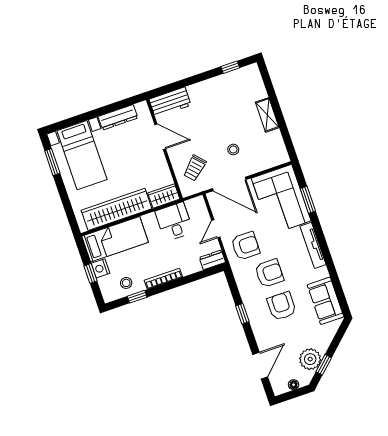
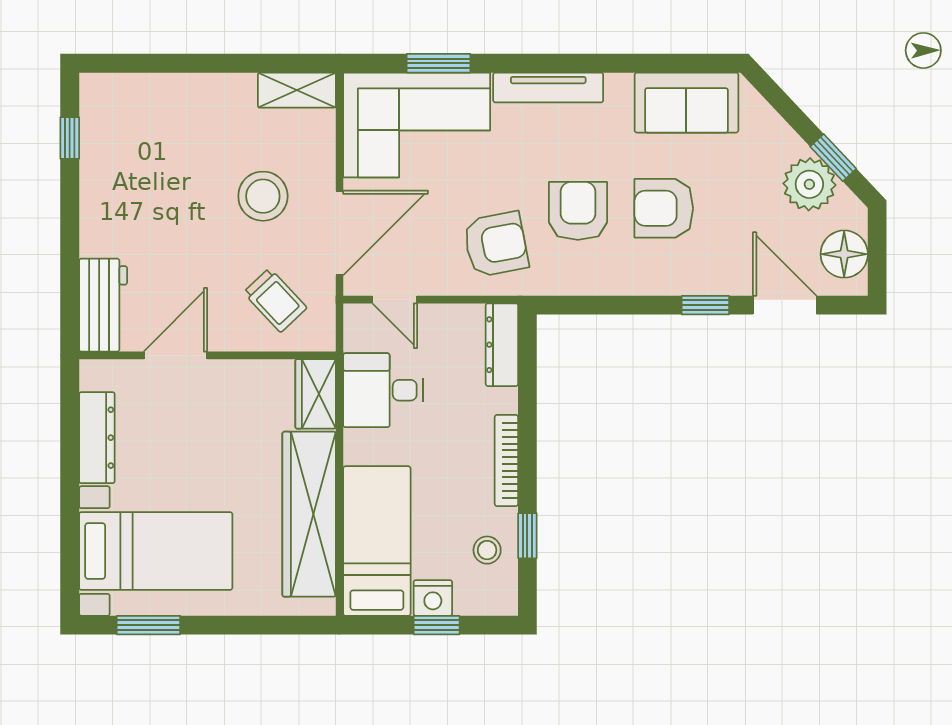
shelving: (267, 115) -> (297, 90), moved
stool: (233, 150) -> (263, 196), width x1.89, depth x1.89
door: (216, 229) -> (395, 300), moved
armchair: (245, 246) -> (496, 244), turned 79
dresser: (212, 260) -> (502, 345), width x1.44
window: (242, 314) -> (705, 305), moved
floor lamp: (294, 385) -> (844, 254), width x1.89, depth x1.89

